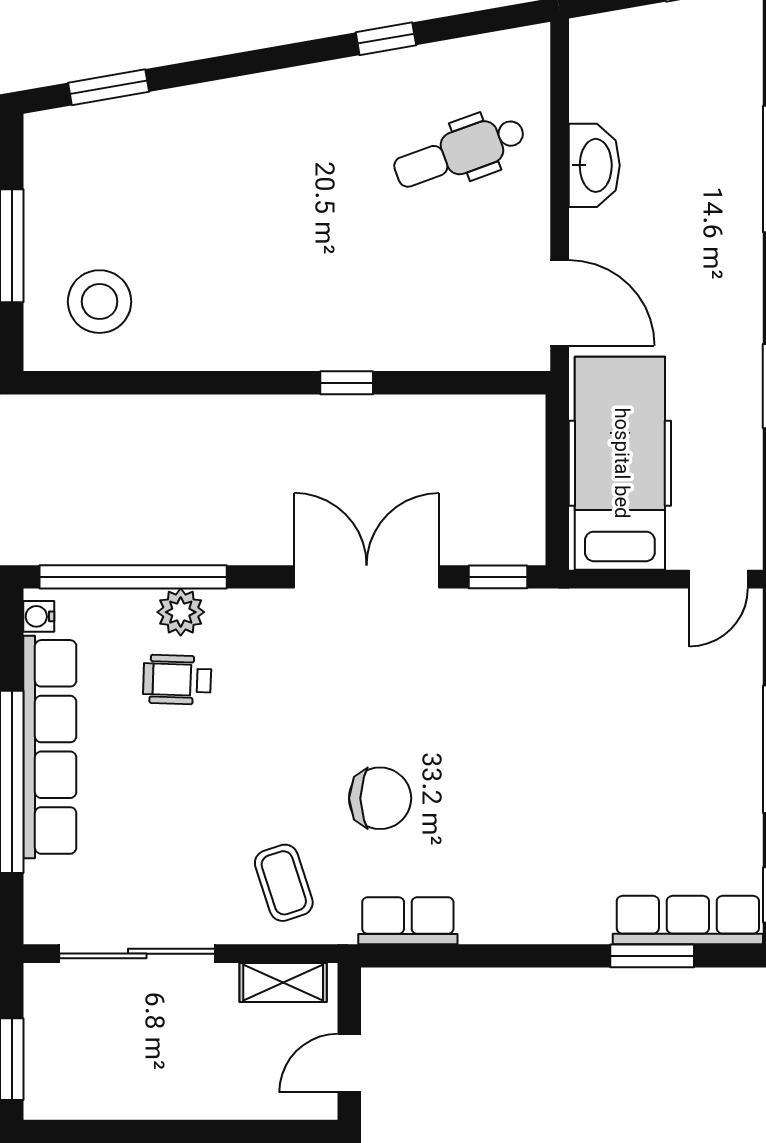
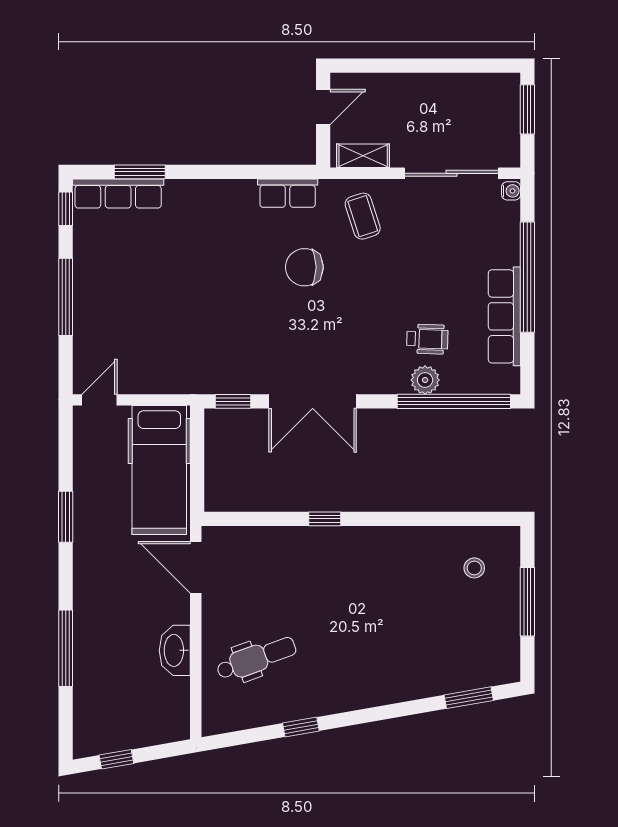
stool: (100, 302) -> (474, 568), width x0.53, depth x0.53
water cooler: (39, 616) -> (511, 191), moved
row of seats: (50, 747) -> (504, 316), width x0.73

